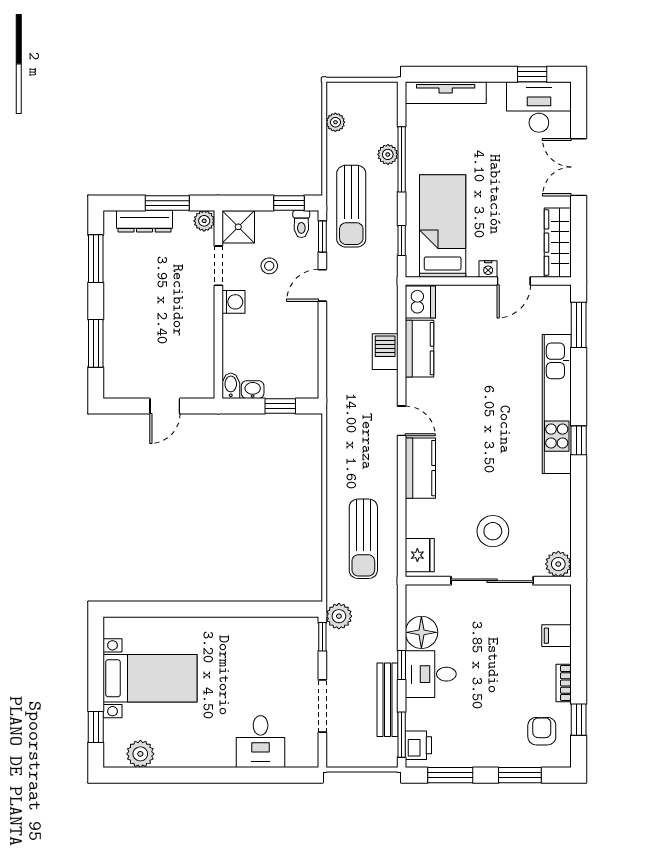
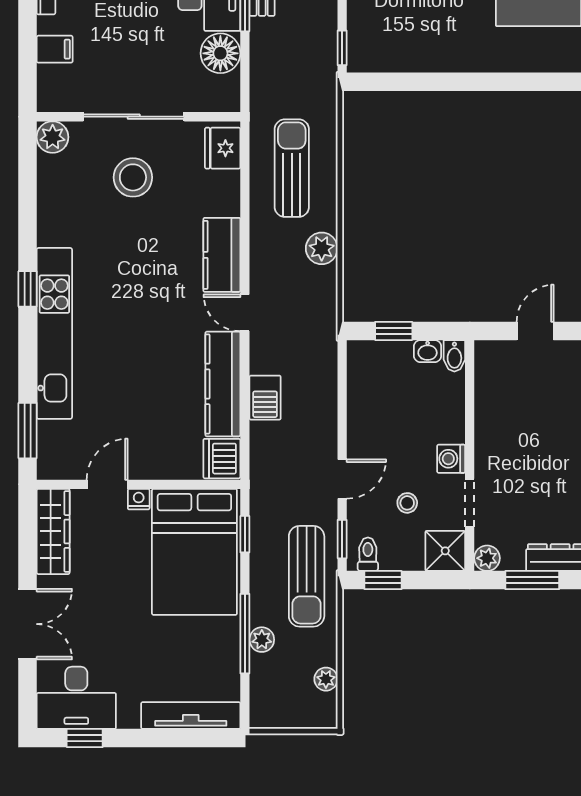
sun lounger: (351, 206) -> (307, 576), turned 180
bed: (443, 226) -> (194, 552), width x1.50
kitchen counter: (419, 349) -> (223, 384), width x1.50
plant: (339, 616) -> (322, 248), moved

